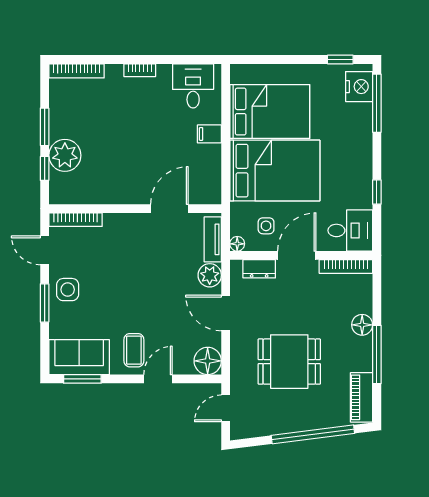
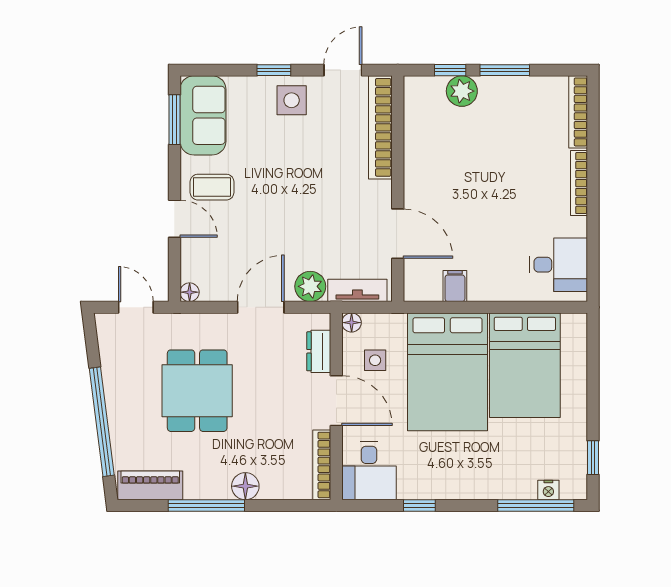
bookcase: (140, 70) -> (579, 183), width x1.56
nightstand: (359, 87) -> (548, 490), width x0.53, depth x0.56
filing cabinet: (209, 134) -> (455, 286), moved
plant: (65, 155) -> (462, 91), width x0.73, depth x0.73
bookcase: (76, 220) -> (380, 127), width x1.48, depth x1.31
window: (45, 303) -> (274, 70), width x0.67
floor lamp: (208, 361) -> (190, 292), width x0.53, depth x0.53

